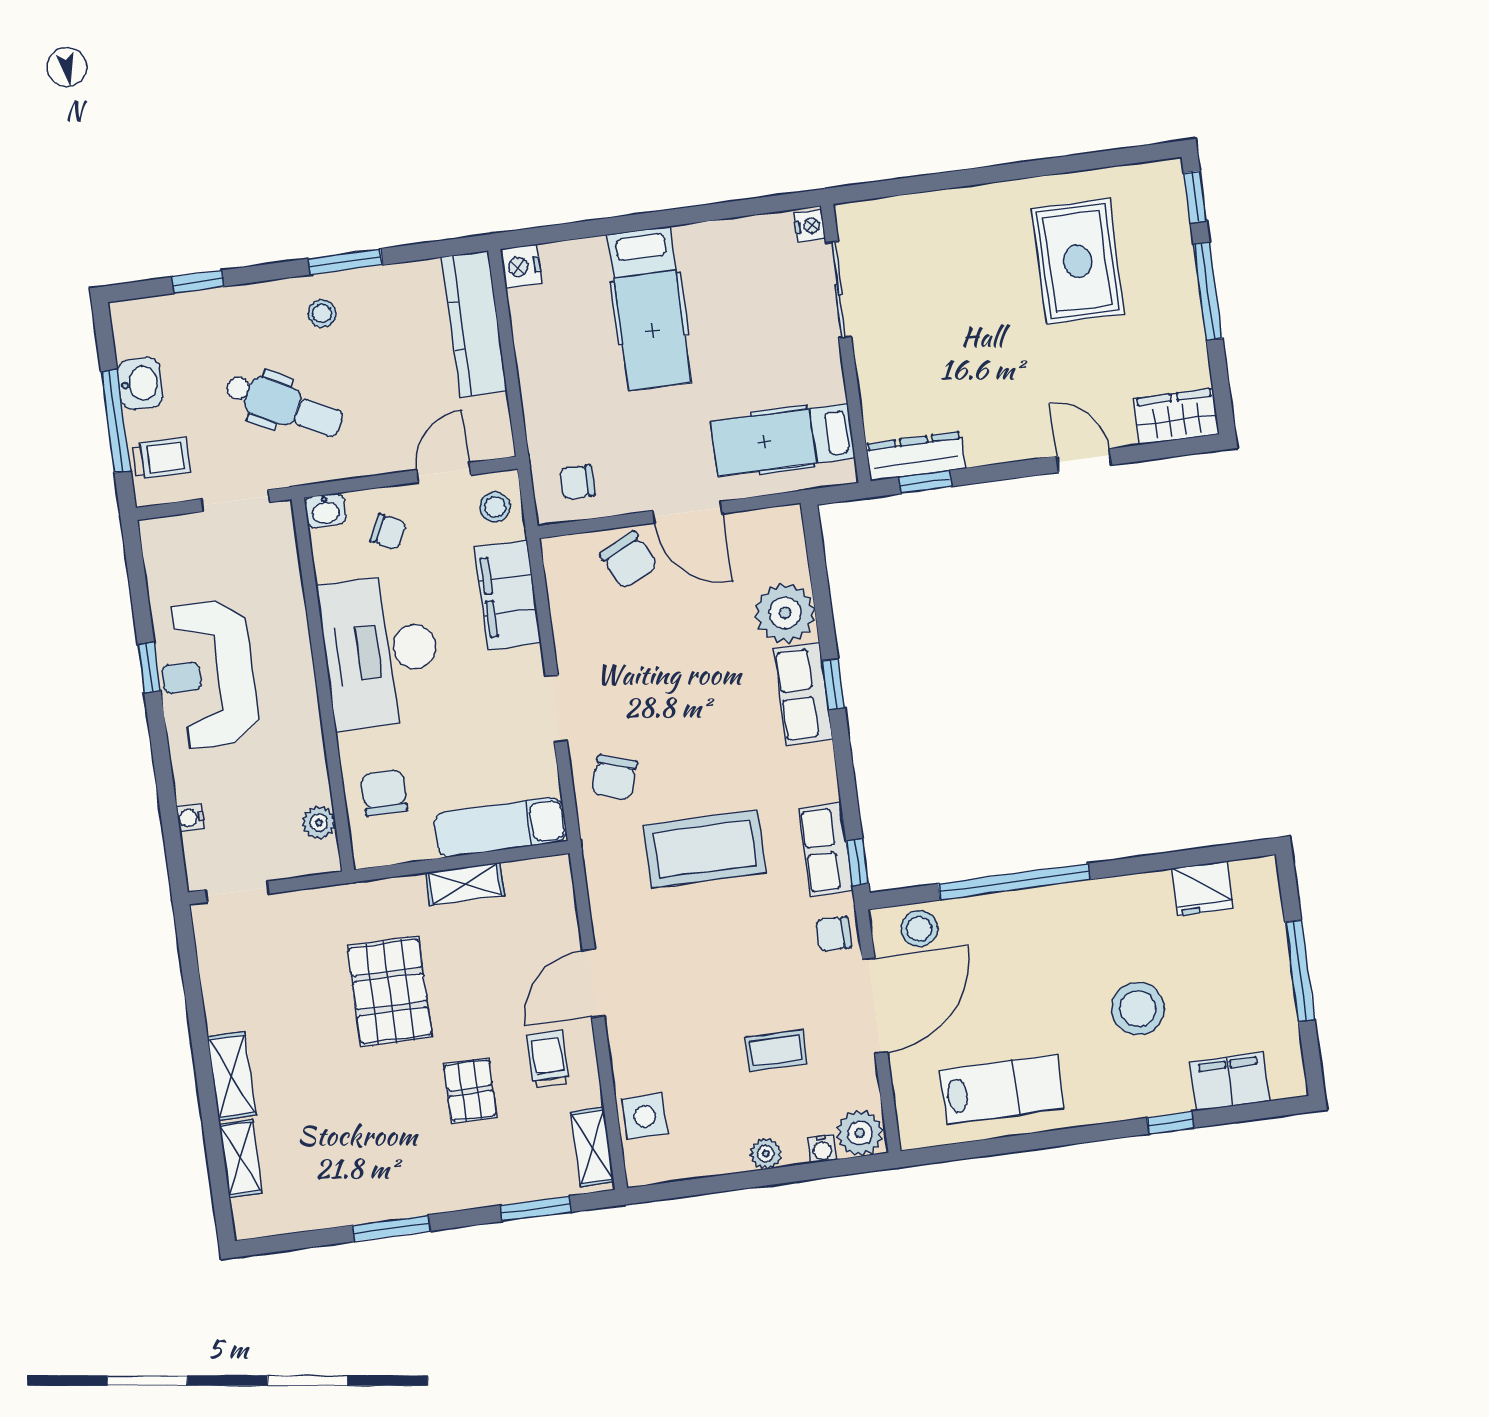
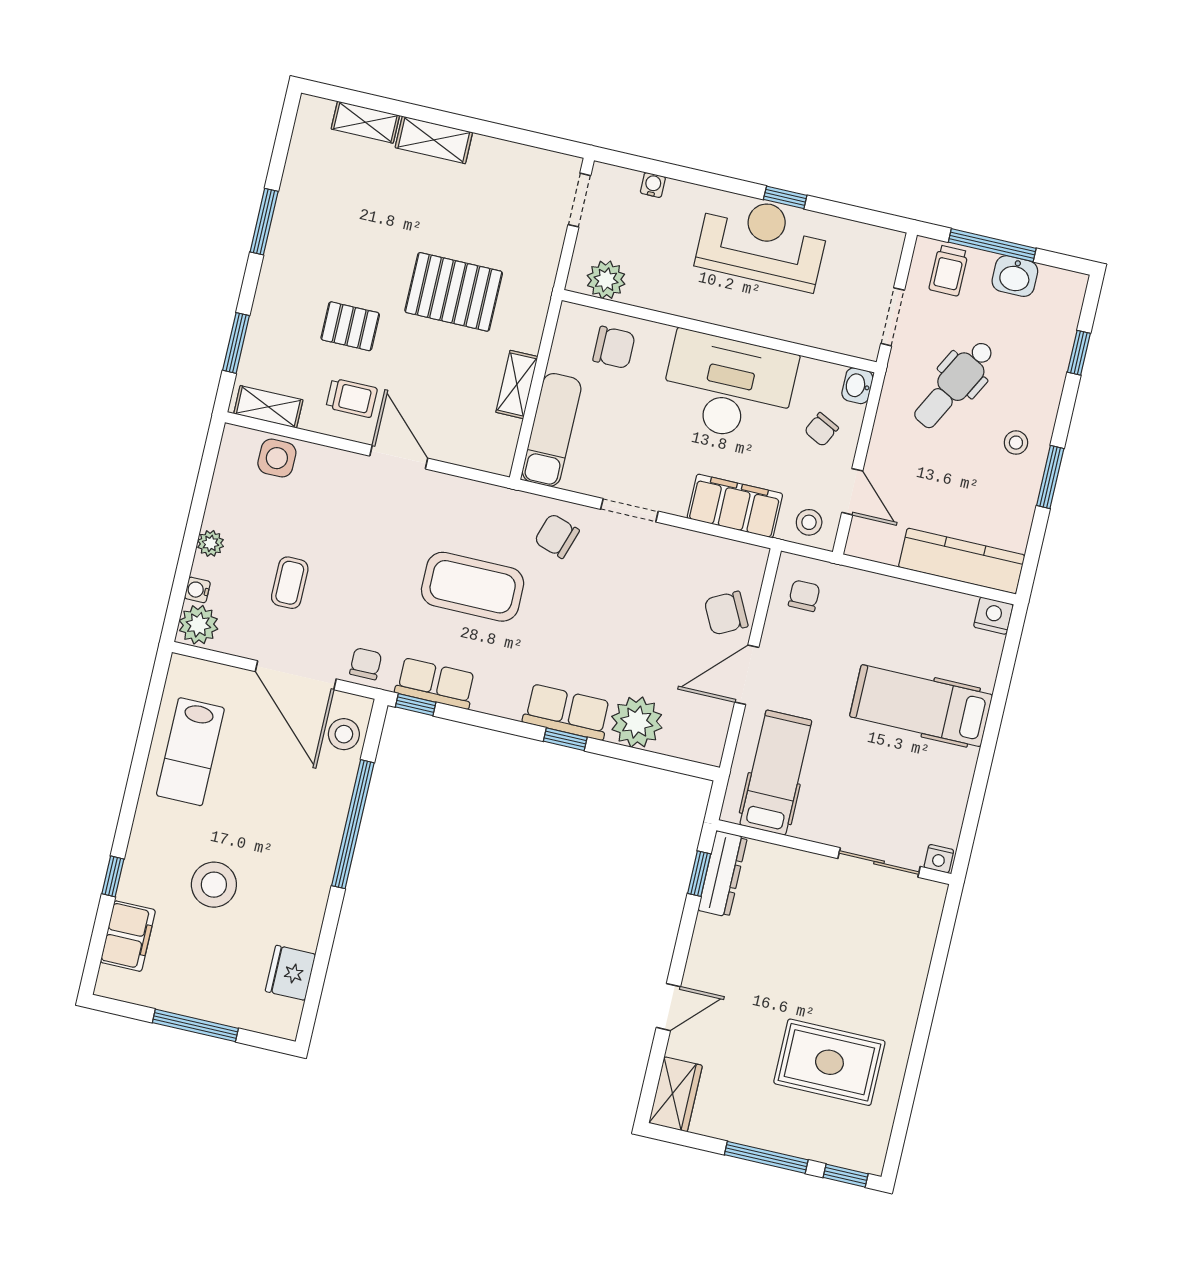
plant: (319, 823) -> (606, 280), width x1.38, depth x1.38
coffee table: (705, 849) -> (473, 587), turned 90

